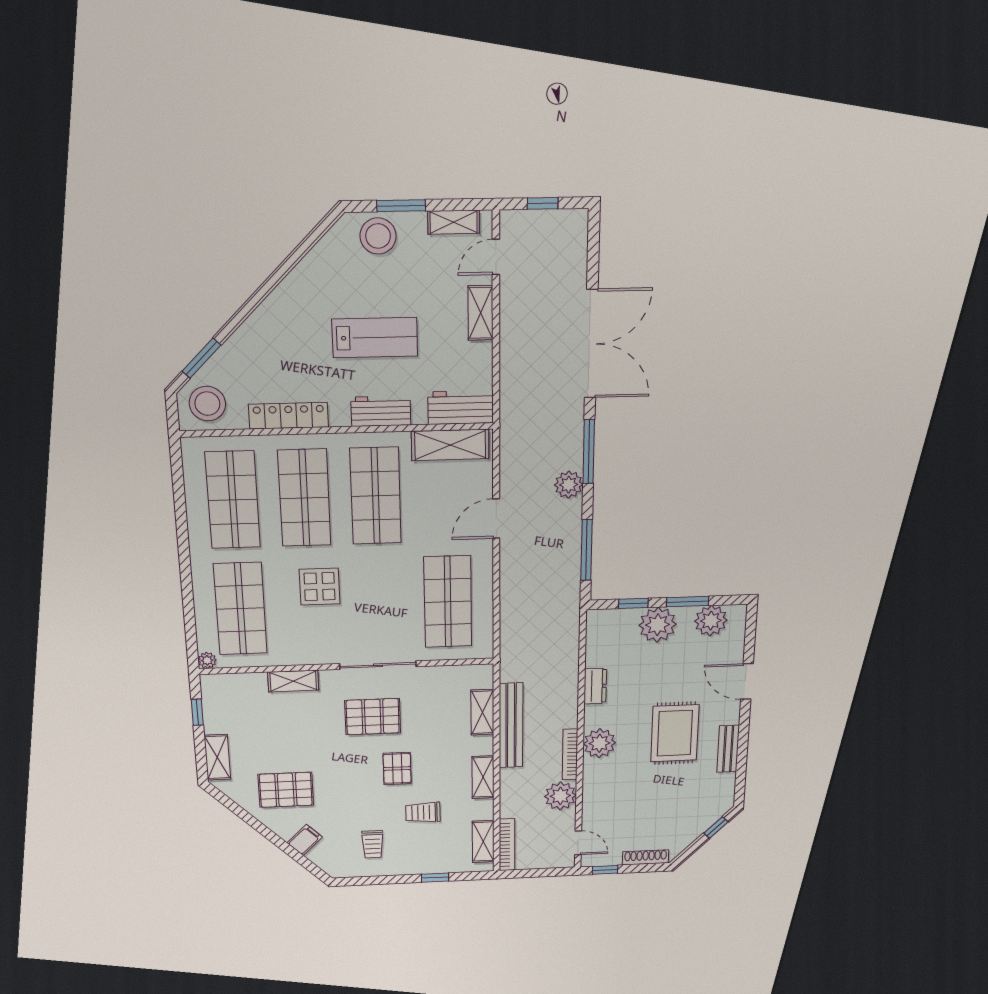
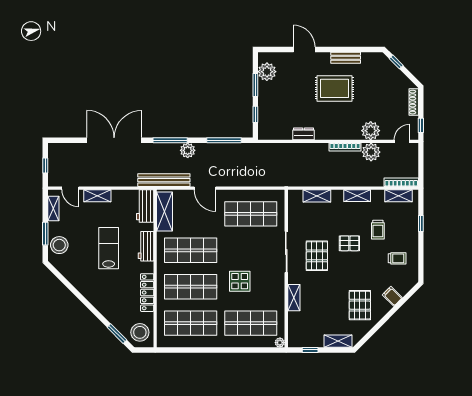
plant: (658, 625) -> (268, 101), removed
door: (747, 681) -> (304, 50), swing flipped
bench: (511, 725) -> (164, 180), moved
plant: (600, 743) -> (371, 131), moved

